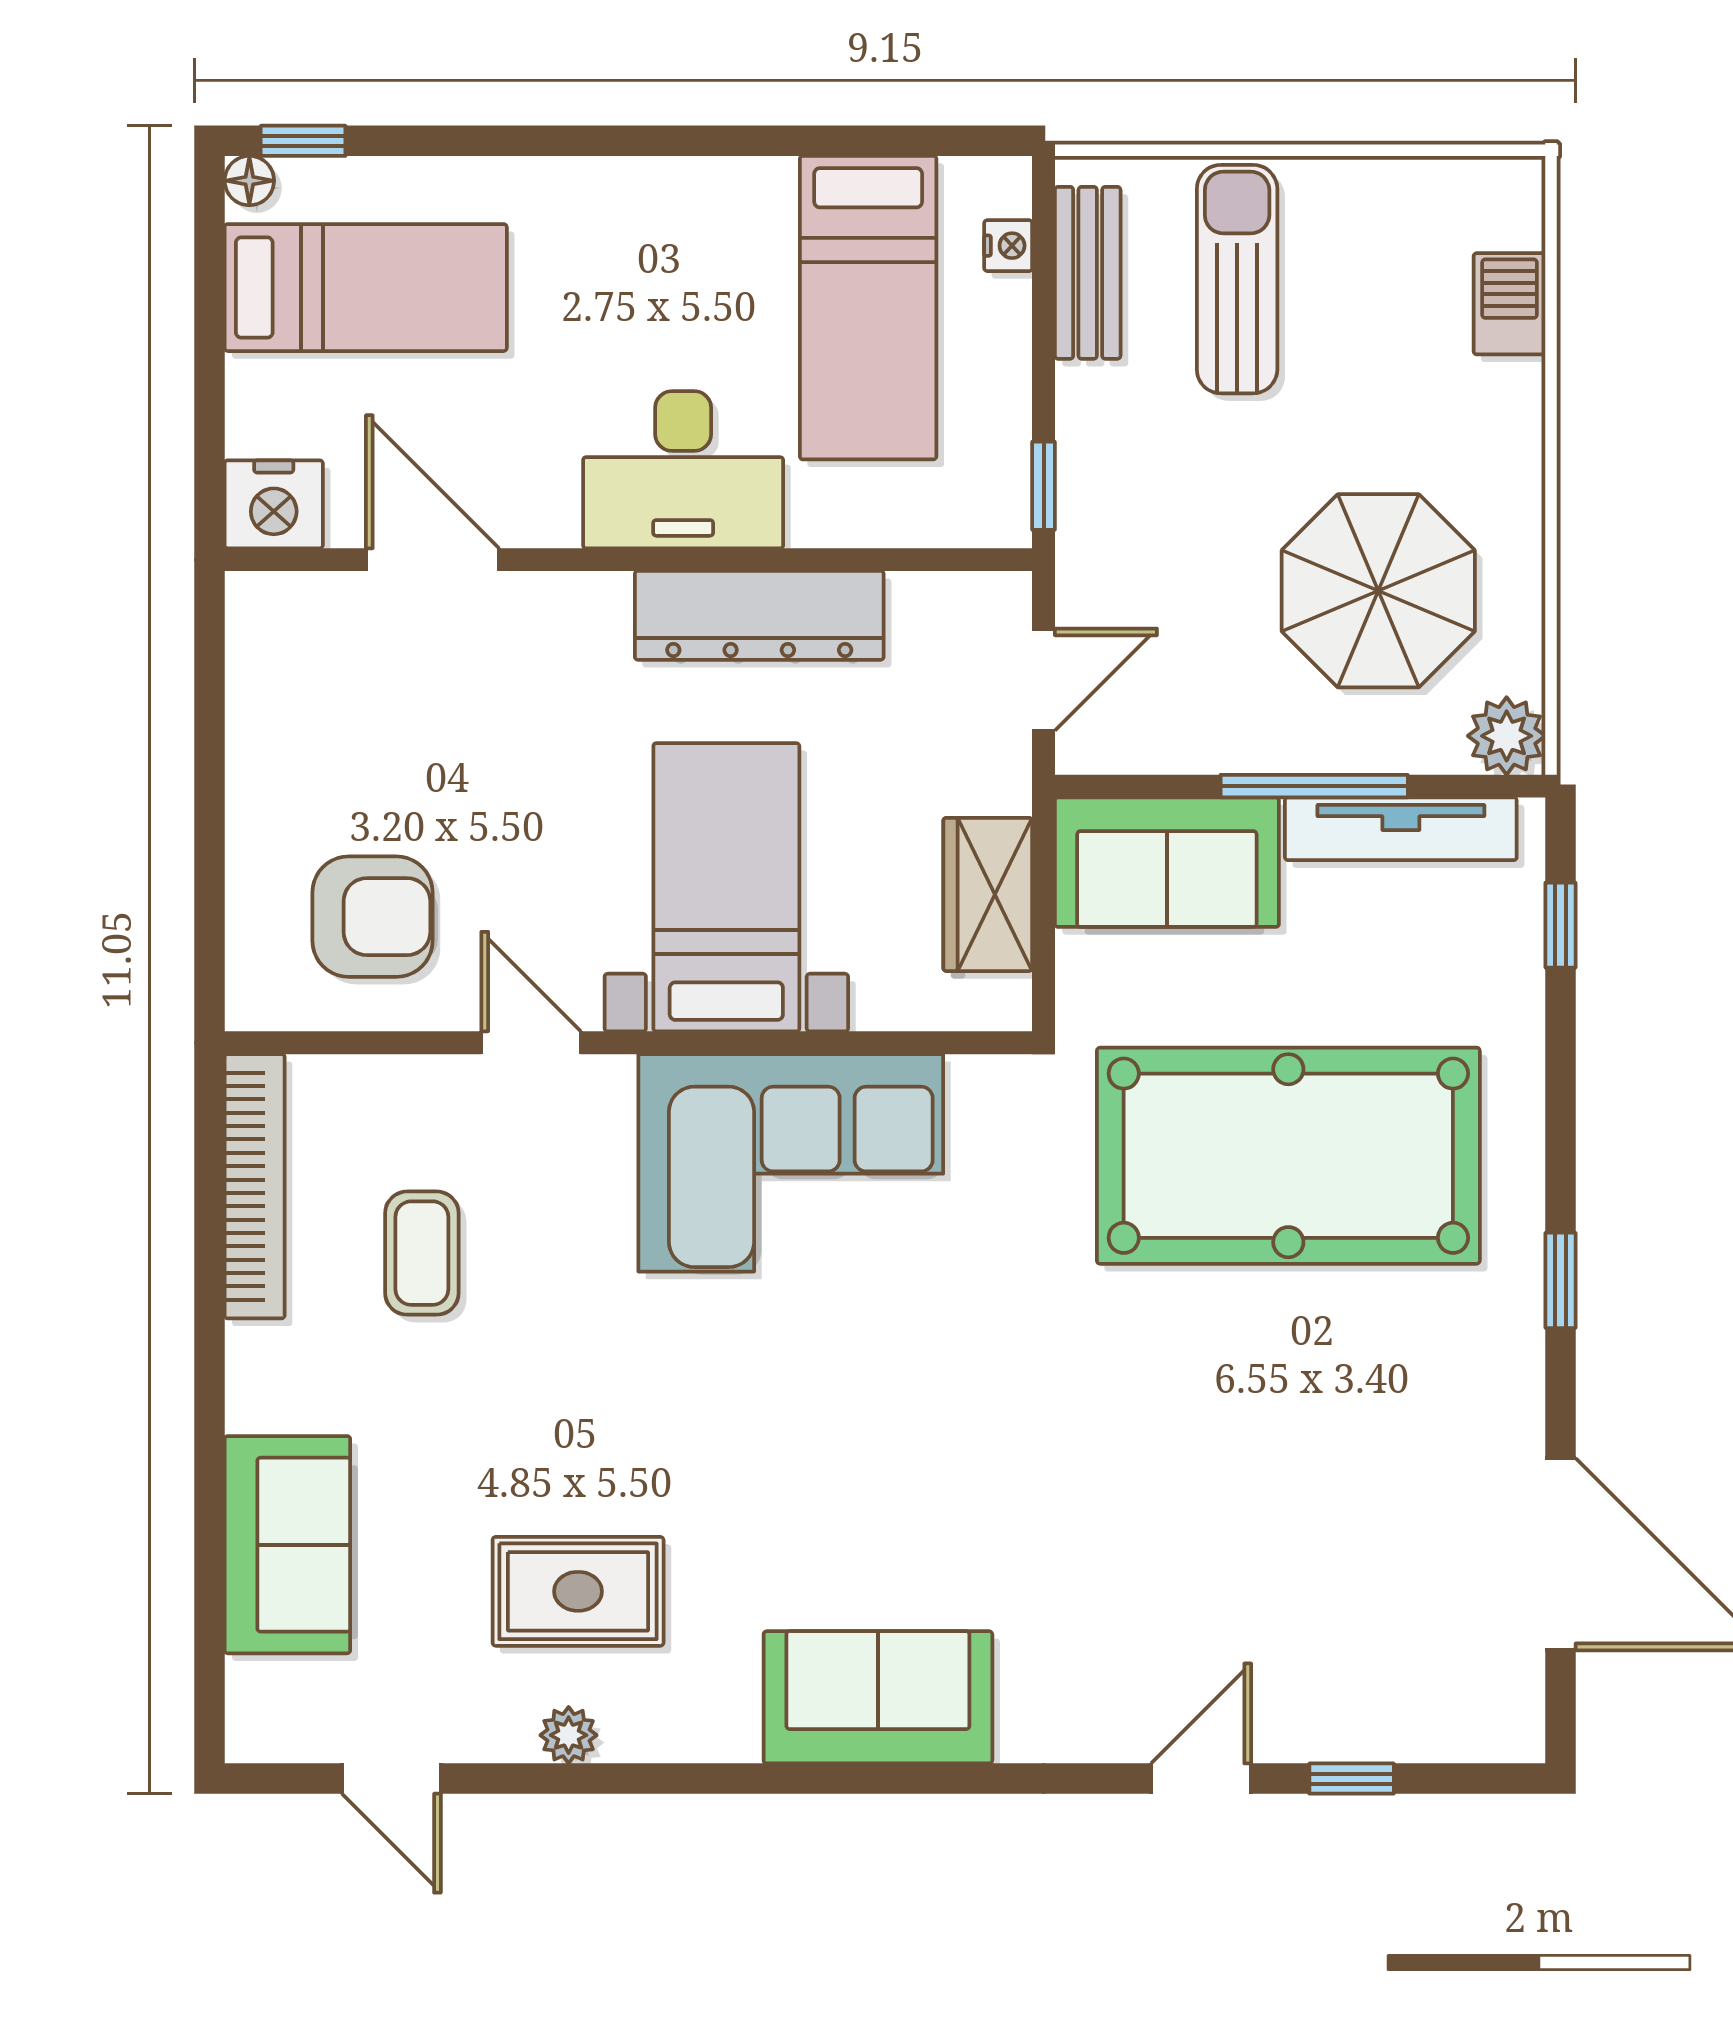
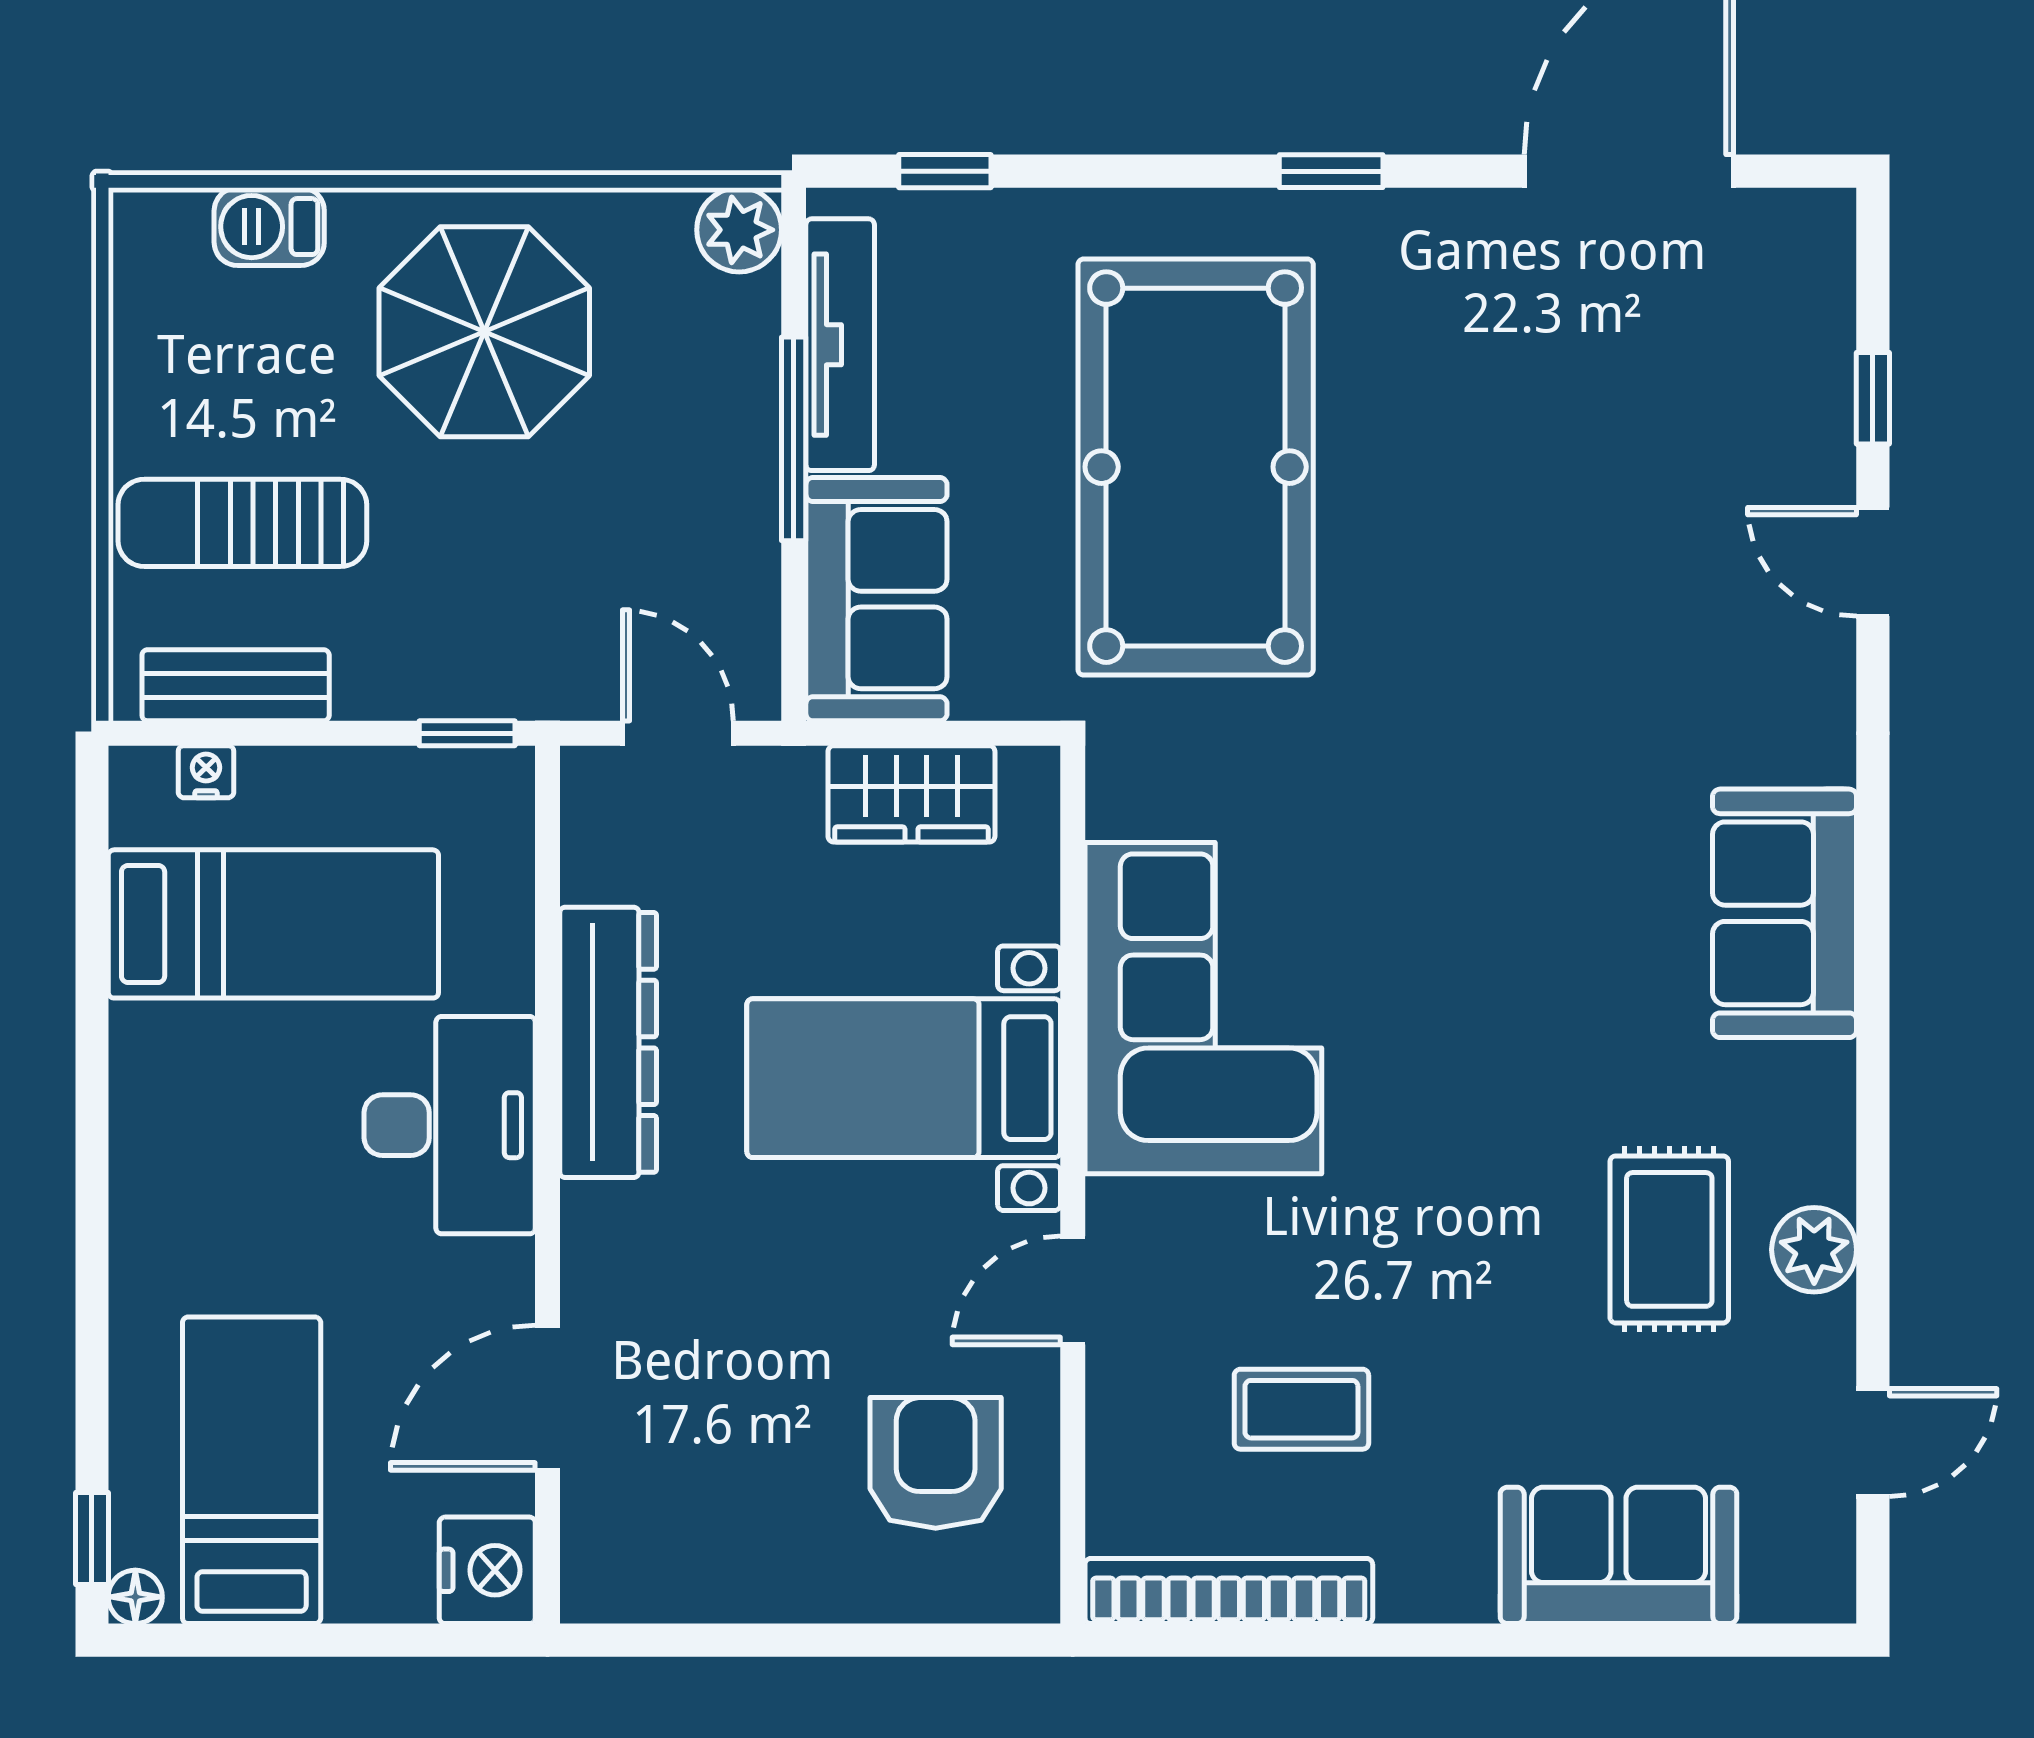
parasol: (1378, 591) -> (484, 332), moved
plant: (569, 1735) -> (1814, 1250), width x1.38, depth x1.38

